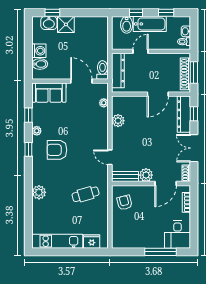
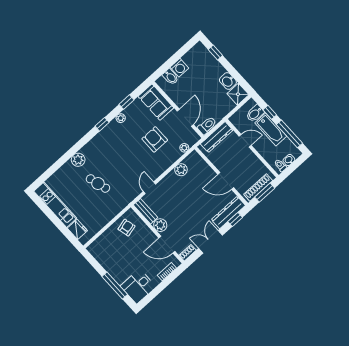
window: (166, 13) -> (289, 134), width x2.17
washbasin: (49, 23) -> (228, 81), moved
shower: (66, 24) -> (238, 94), moved
armchair: (57, 150) -> (155, 139), moved
cafe table: (86, 194) -> (98, 183), moved

